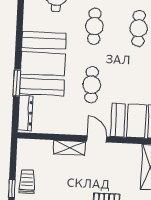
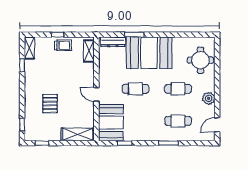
door: (97, 139) -> (96, 94), swing flipped
shelving: (69, 148) -> (89, 51), moved

